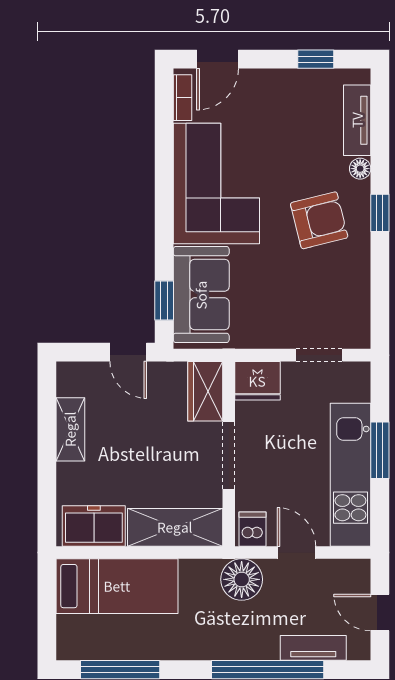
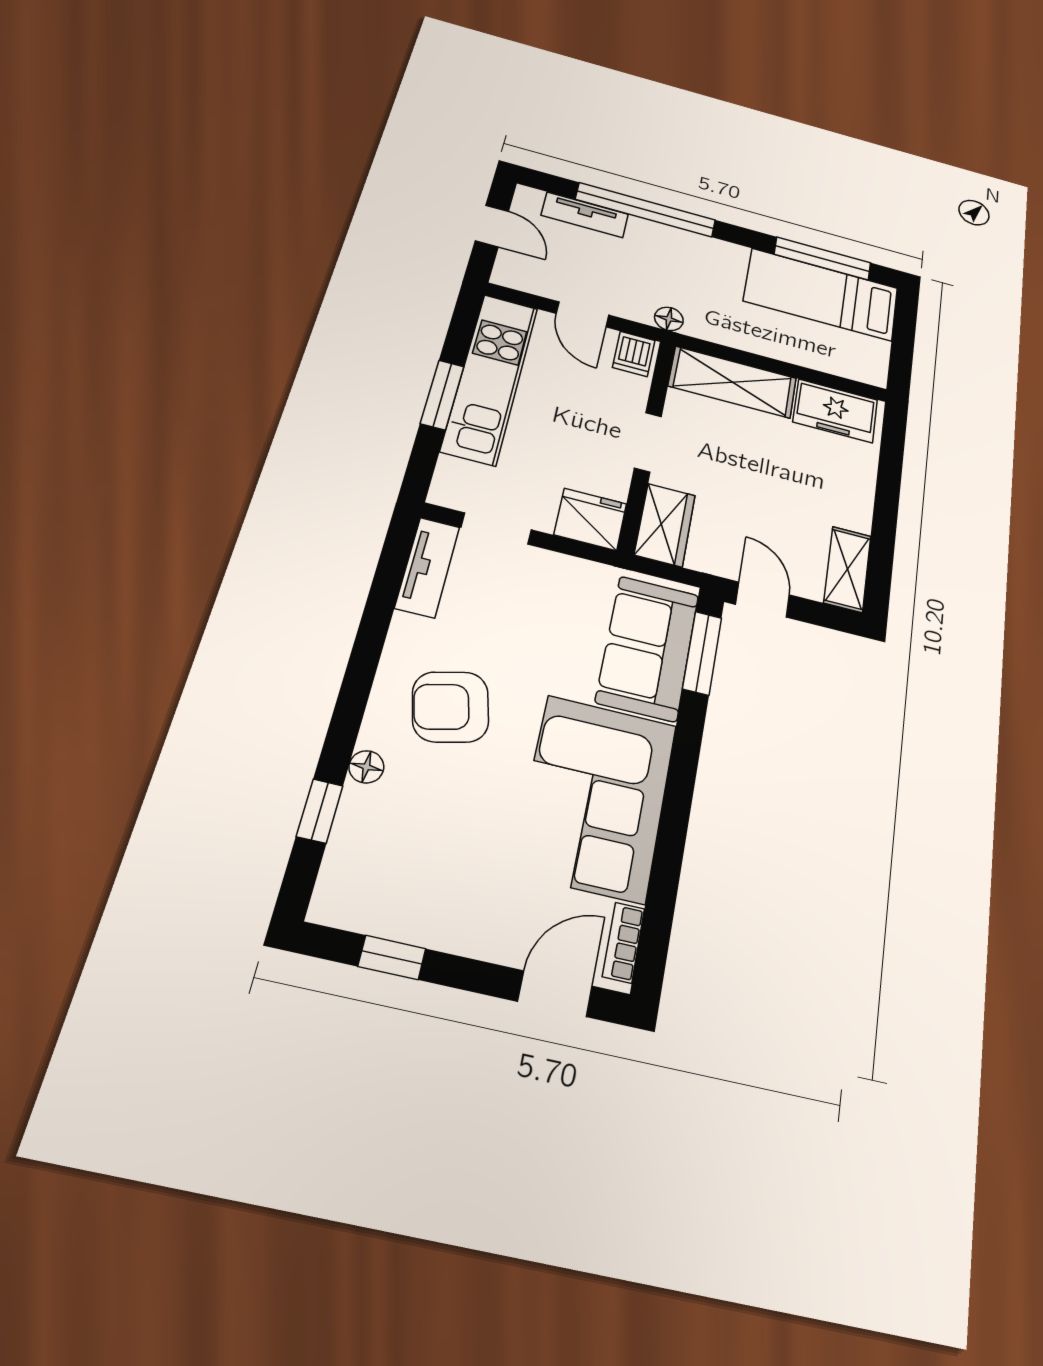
tv unit: (357, 120) -> (427, 567), moved
window: (380, 213) -> (320, 811), moved
window: (164, 300) -> (702, 653), width x1.50
shelving: (70, 429) -> (847, 569), moved
doorway: (229, 455) -> (648, 442), width x0.73
floor lamp: (242, 579) -> (669, 319), width x0.53, depth x0.53
bed: (117, 586) -> (821, 294), moved

